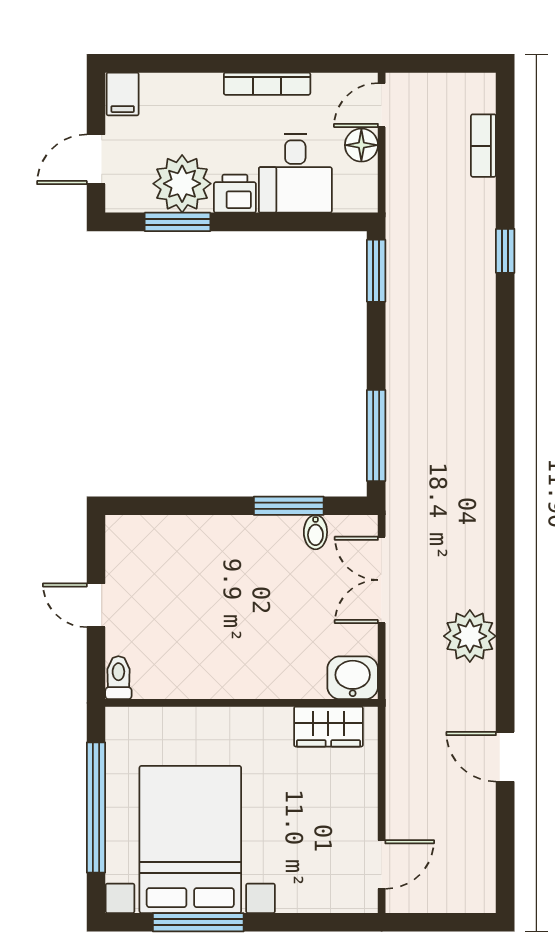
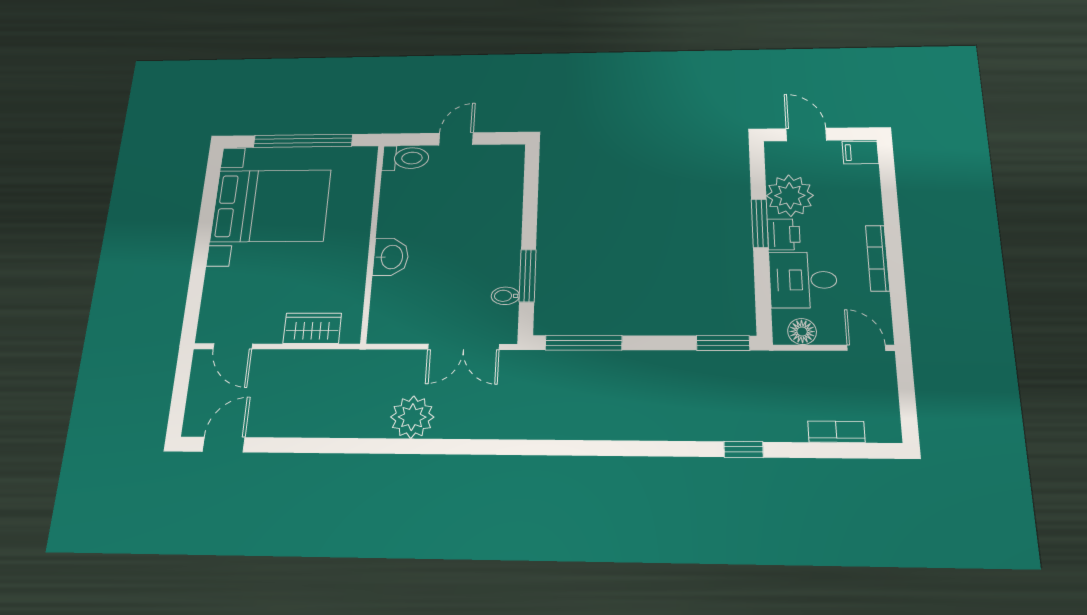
floor lamp: (361, 145) -> (802, 331), moved
window: (177, 222) -> (760, 223), moved
double door: (382, 580) -> (463, 347), swing flipped
toilet: (118, 678) -> (406, 158), width x1.37, depth x1.39
washbasin: (353, 678) -> (391, 257), moved
wardrobe: (328, 727) -> (312, 328), moved, turned 90
door: (505, 757) -> (224, 444), moved
window: (198, 922) -> (207, 212), removed

